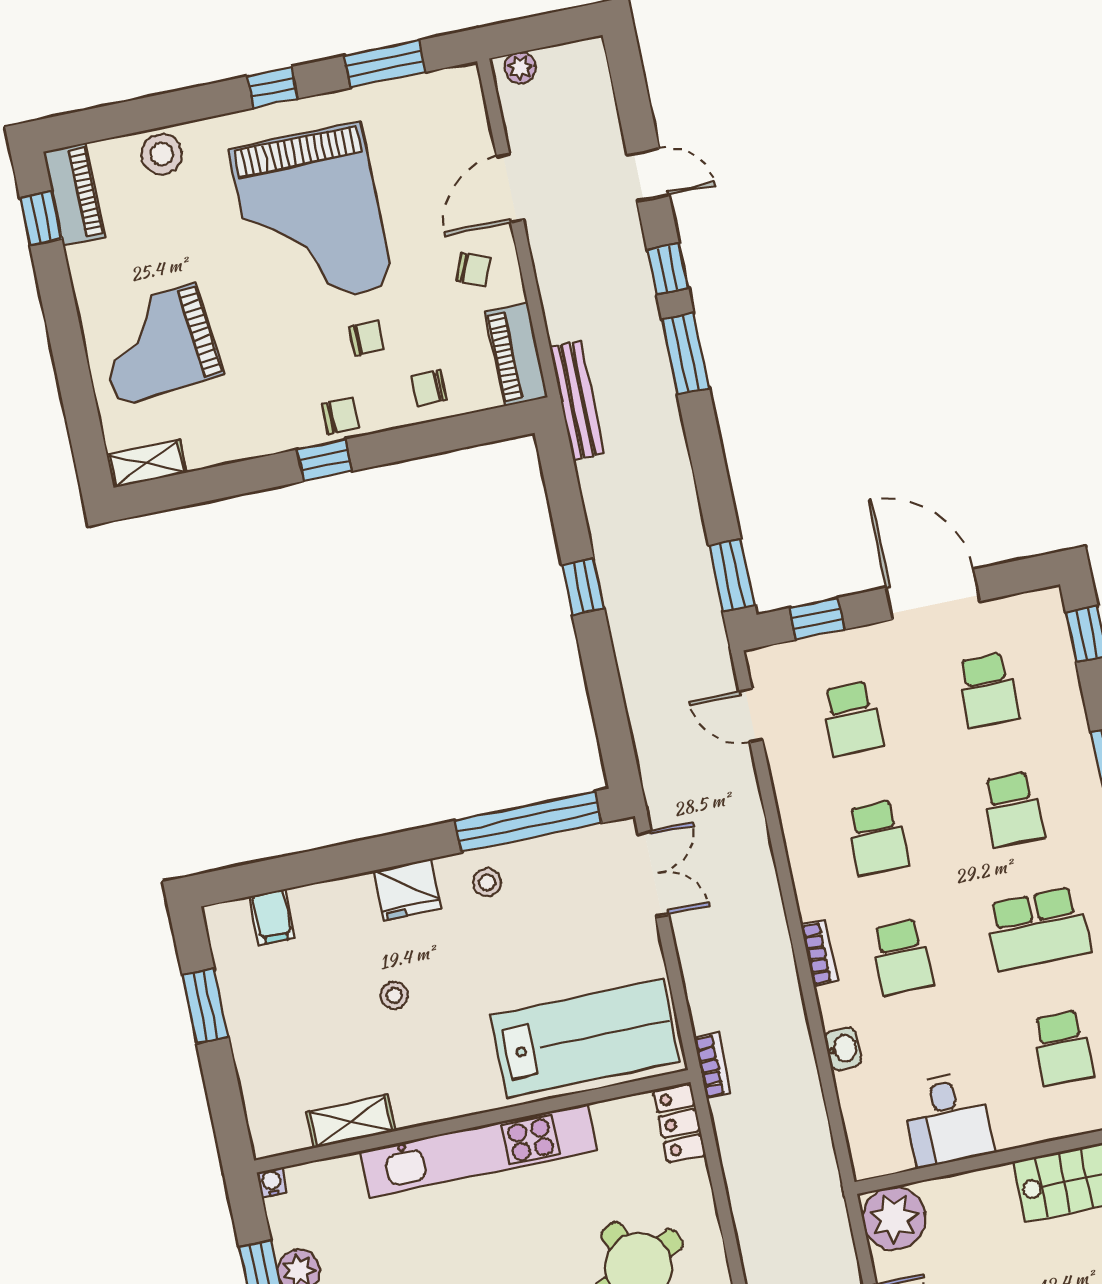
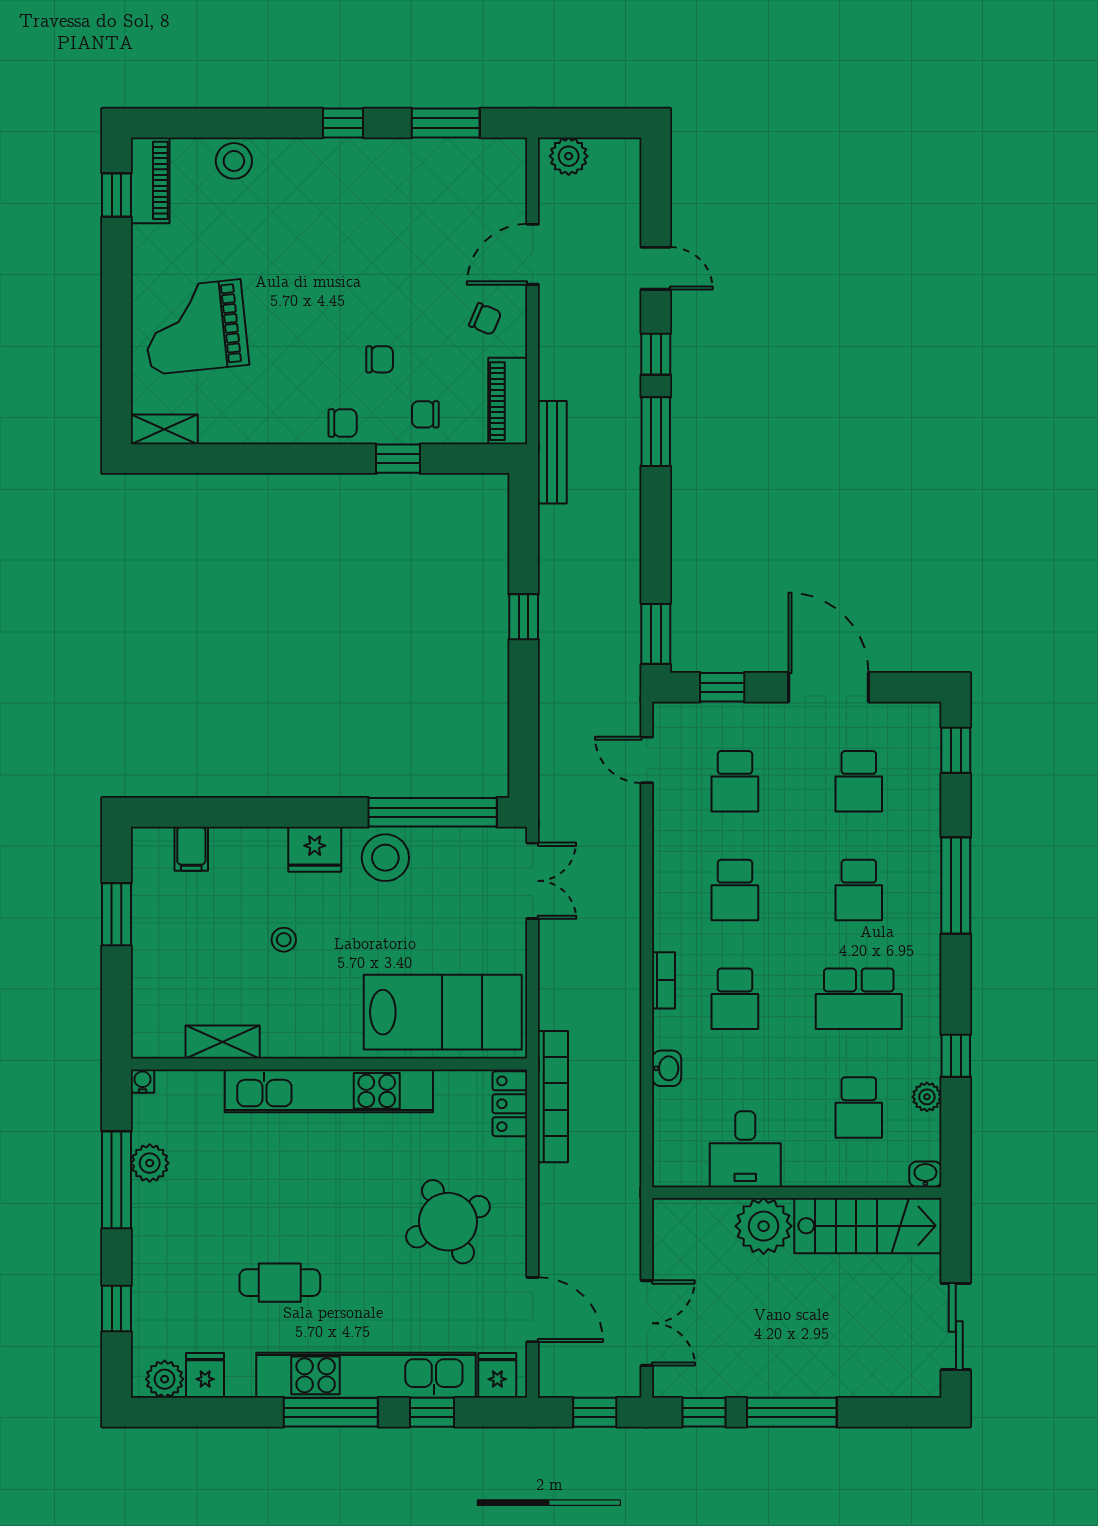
plant: (520, 68) -> (569, 156), width x1.38, depth x1.38
grand piano: (312, 218) -> (354, 244), removed
window: (325, 460) -> (398, 459), moved
stool: (487, 882) -> (385, 858), width x1.89, depth x1.89
bookcase: (712, 1066) -> (553, 1097), width x2.31, depth x1.31
plant: (894, 1218) -> (764, 1226), moved

